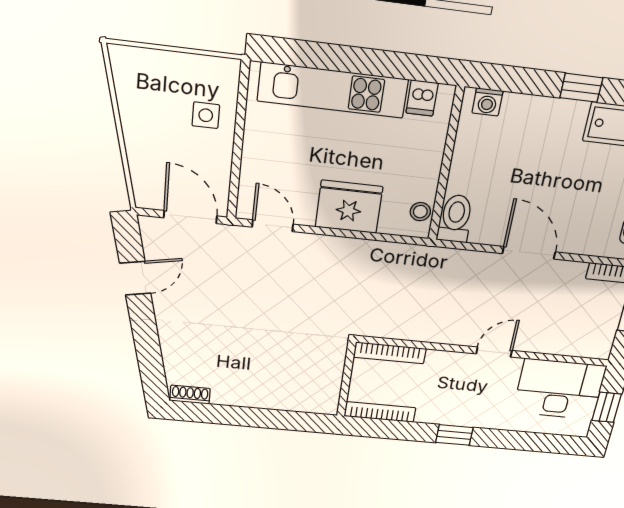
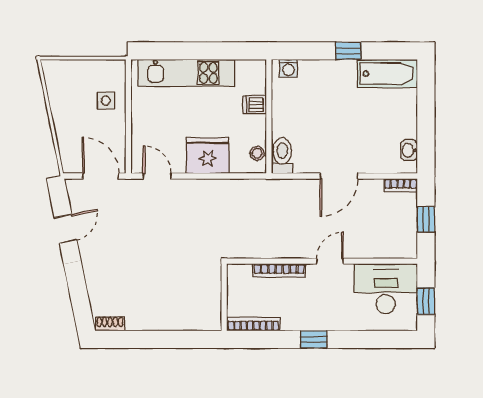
dishwasher: (422, 98) -> (255, 105), moved, turned 90
door: (529, 253) -> (339, 176), swing flipped
bookcase: (390, 353) -> (279, 270), moved

